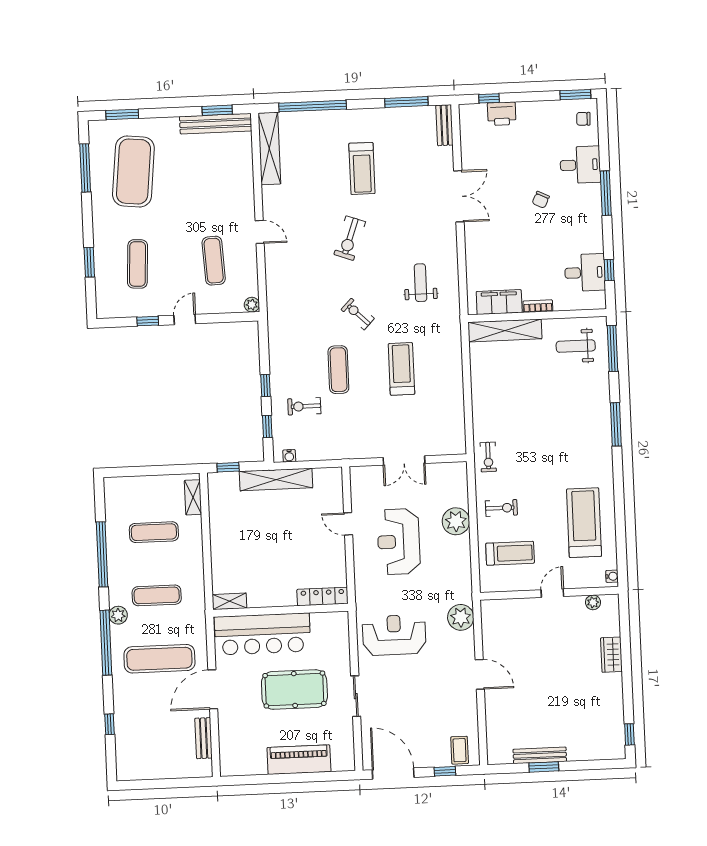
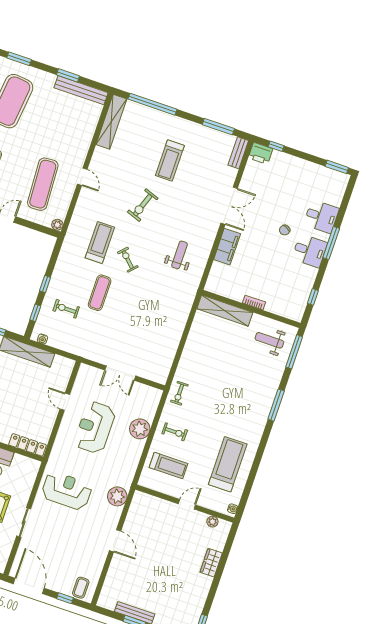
window: (217, 110) -> (68, 75), moved
printer: (502, 114) -> (261, 153), moved
chair: (583, 119) -> (336, 186), removed
exercise mat: (214, 261) -> (43, 184), width x1.36, depth x1.45
desk: (585, 273) -> (310, 251), moved
filing cabinet: (499, 302) -> (227, 247), moved, turned 90
treadmill: (401, 369) -> (100, 243), moved

